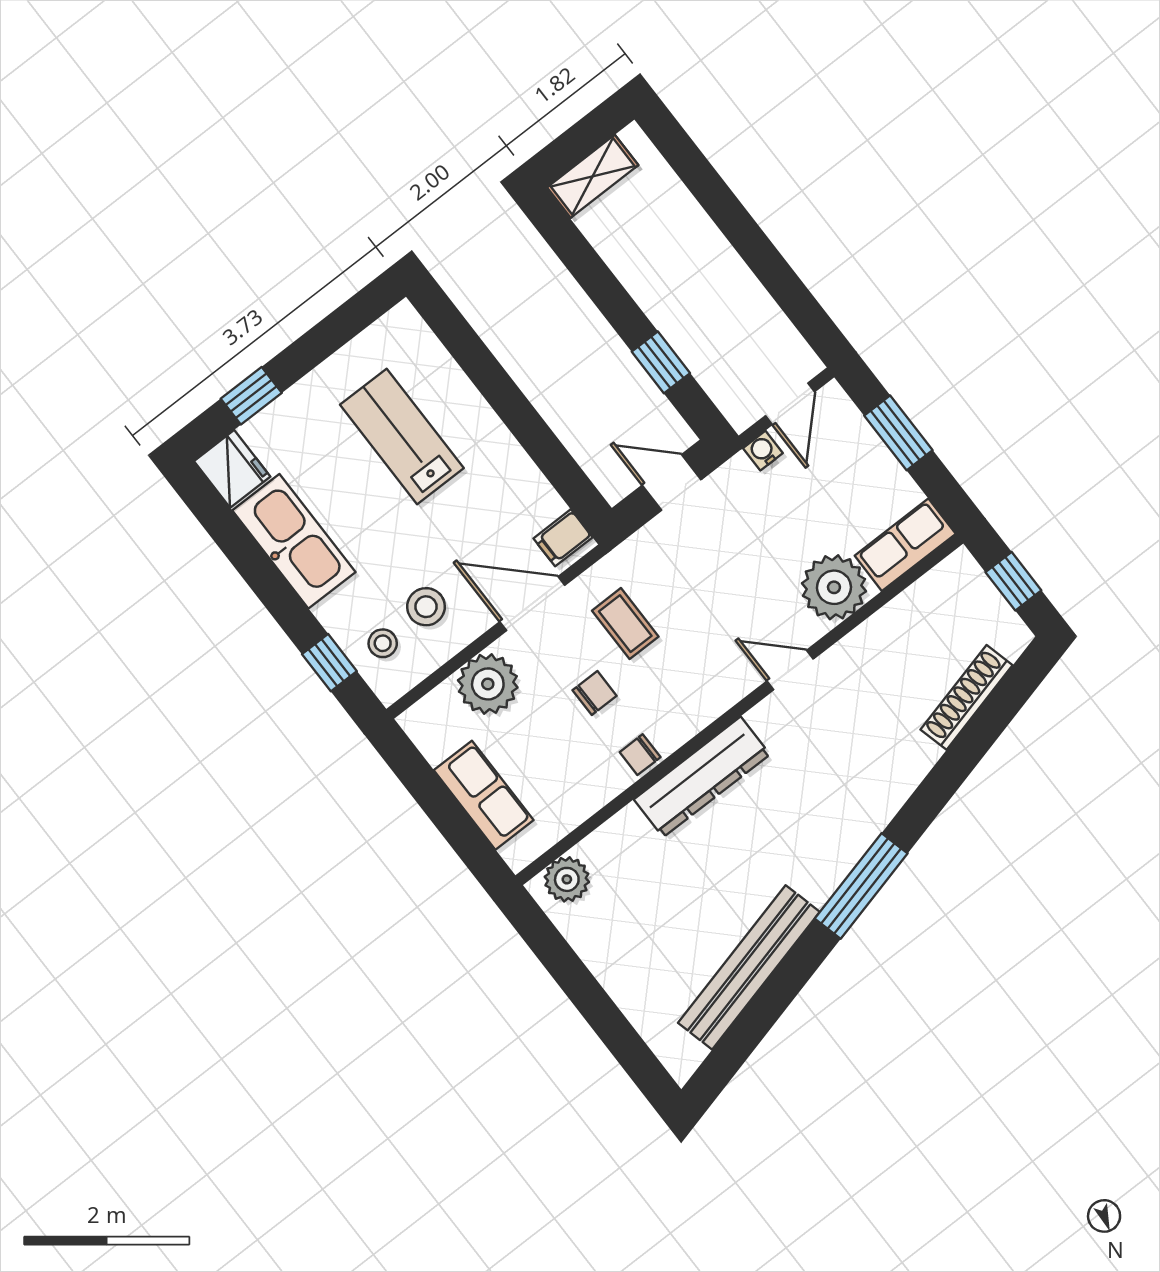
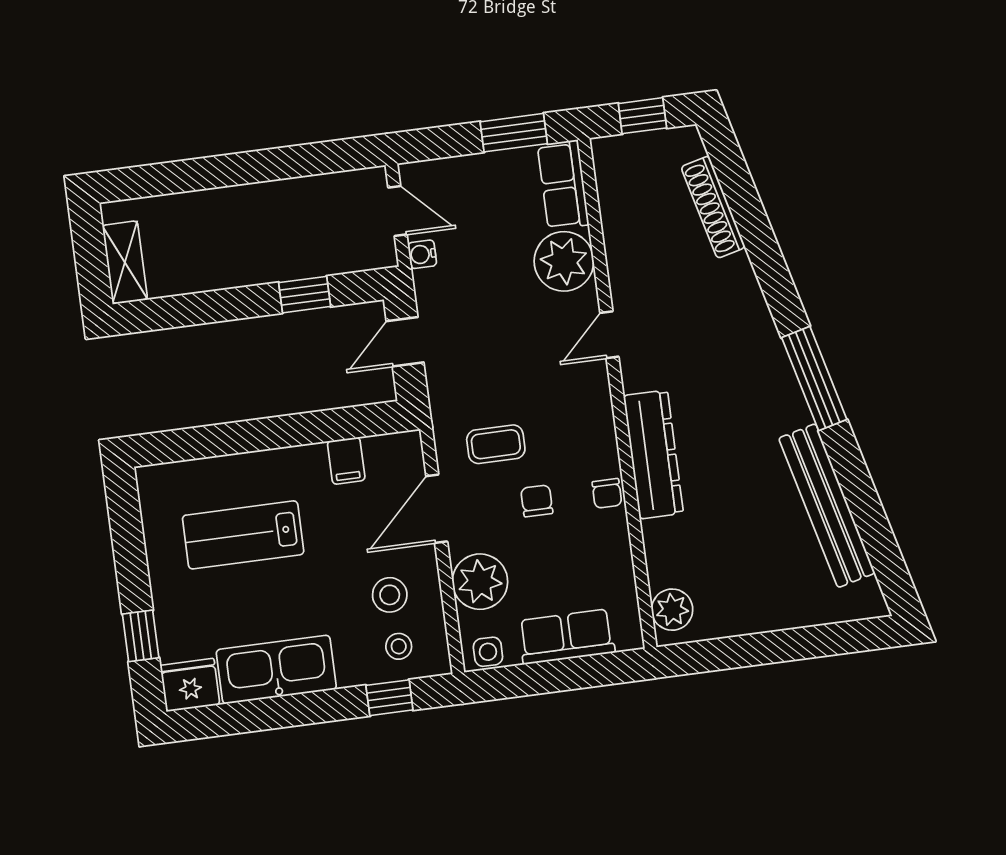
window: (898, 433) -> (514, 133), moved
filing cabinet: (563, 538) -> (346, 461), moved
side table: (427, 730) -> (488, 652), added

